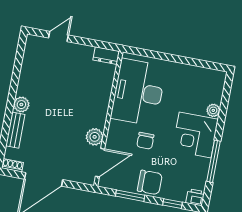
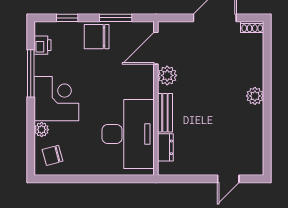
dresser: (106, 56) -> (165, 147), moved, turned 90
bench: (15, 130) -> (165, 113), moved
chair: (145, 141) -> (52, 155), moved, turned -105
printer: (195, 197) -> (43, 45), moved, turned -90

